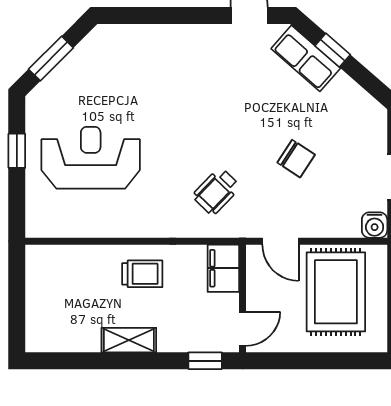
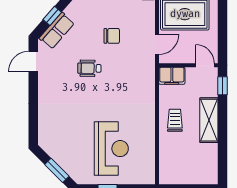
reception desk: (91, 158) -> (111, 149), turned 180
chair: (296, 159) -> (112, 36), turned 57
wheelchair: (216, 191) -> (89, 68), moved, turned 137
shelving: (129, 340) -> (209, 120), width x1.50, depth x1.33

